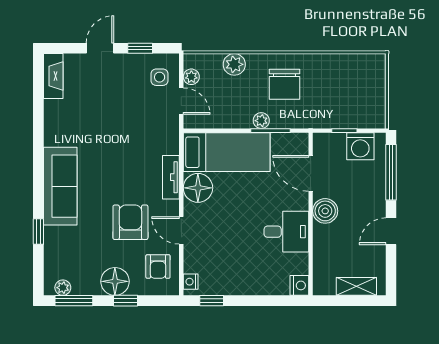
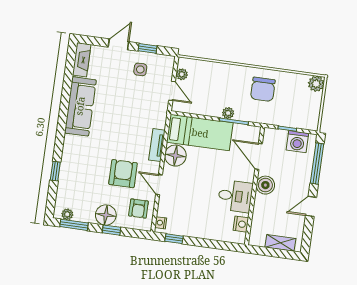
plant: (234, 64) -> (316, 84), moved
side table: (160, 77) -> (140, 69), moved
chair: (285, 84) -> (263, 89), moved
sofa: (60, 186) -> (80, 106), moved
nightstand: (299, 285) -> (241, 224), moved

